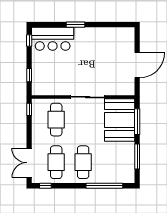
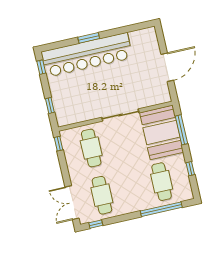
bar counter: (53, 39) -> (87, 55), width x1.86
window: (137, 157) -> (190, 169), width x0.46
cafe table: (83, 162) -> (162, 182), moved

